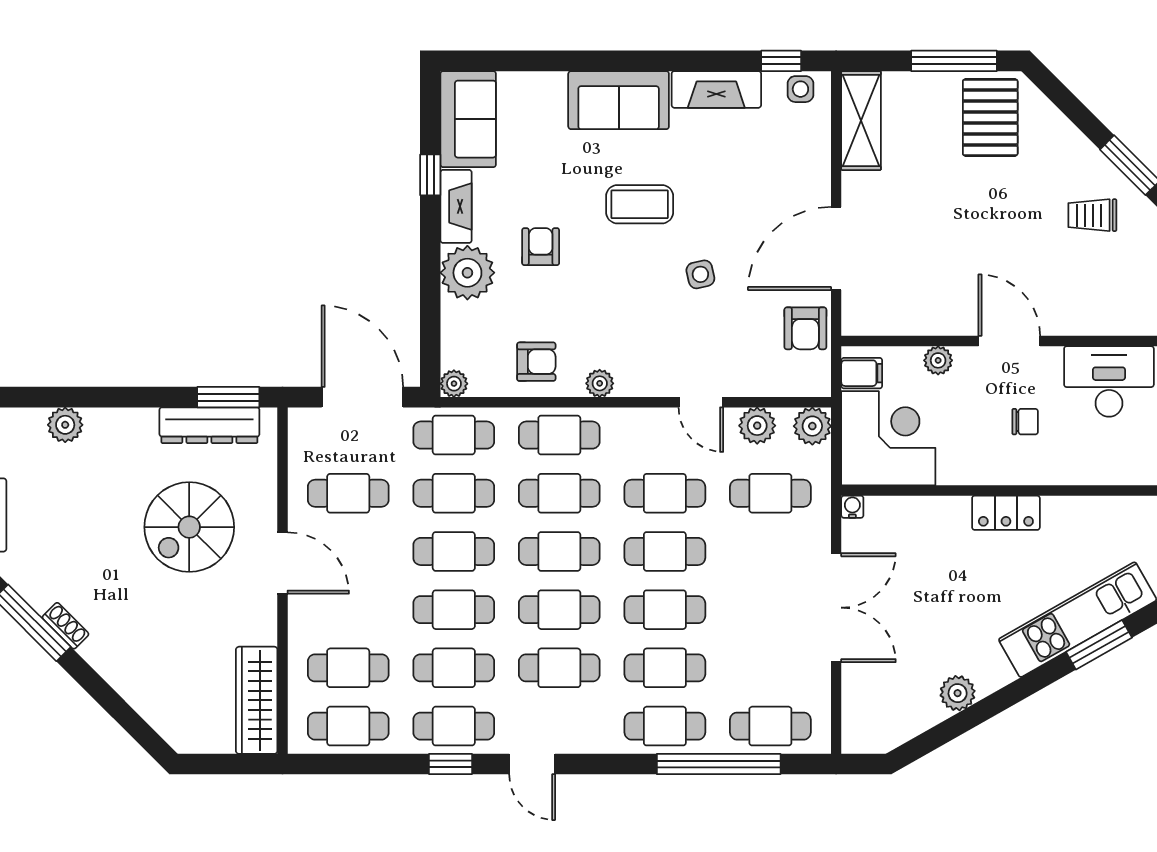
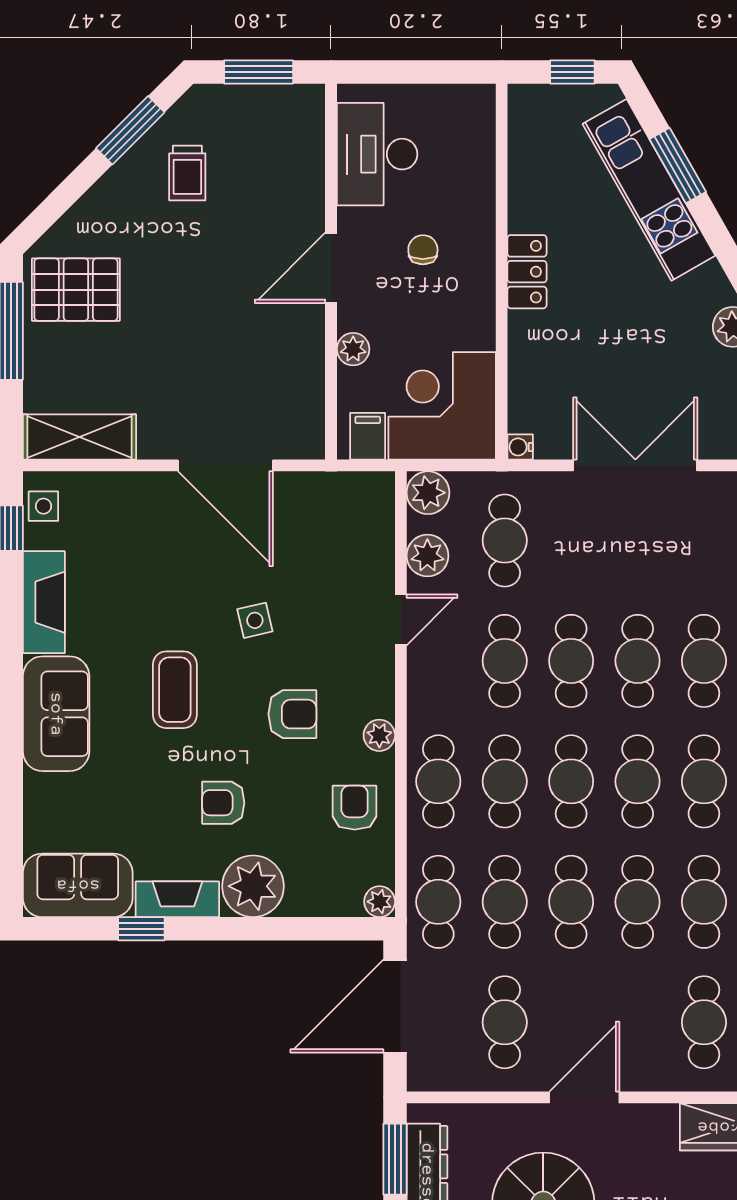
armchair: (805, 328) -> (292, 714), moved

